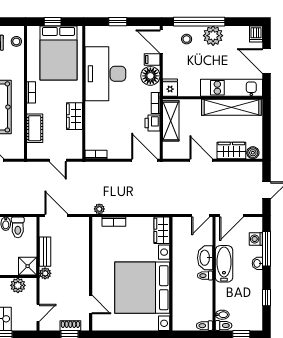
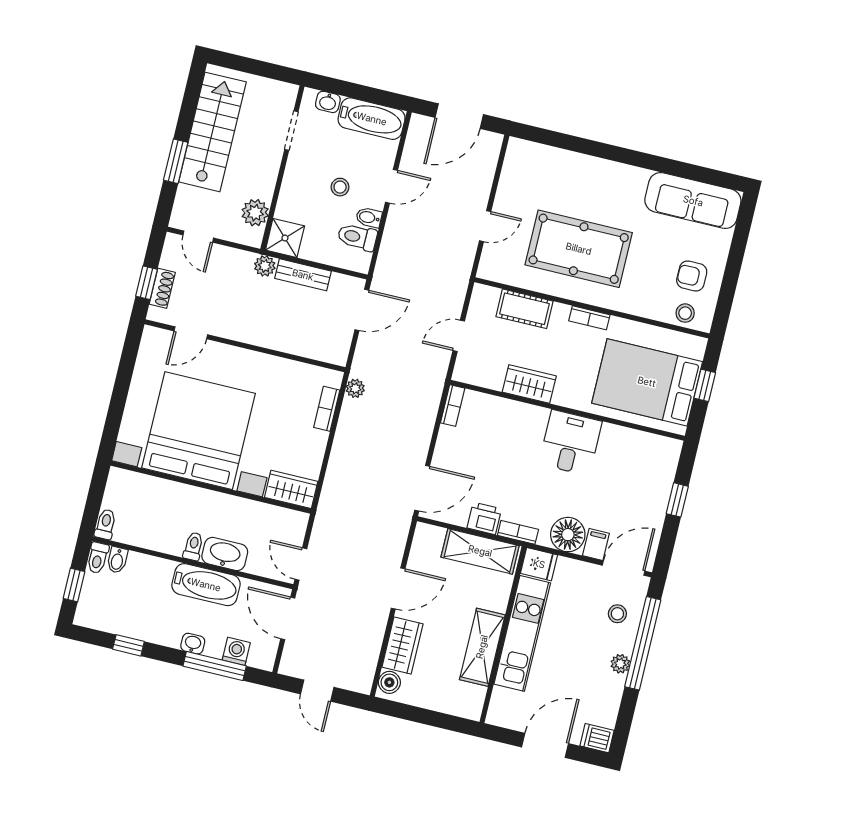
plant: (213, 36) -> (620, 664), width x0.53, depth x0.53
desk: (105, 74) -> (570, 443), width x0.53, depth x0.77
kitchen unit: (232, 88) -> (522, 633), moved
shelving: (231, 107) -> (482, 647), width x0.68

